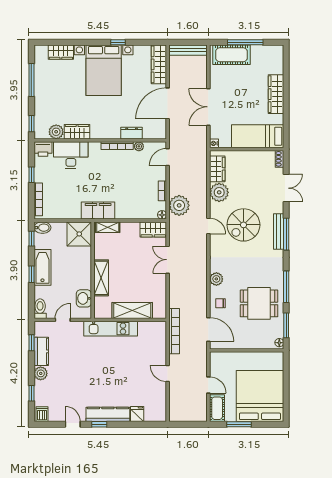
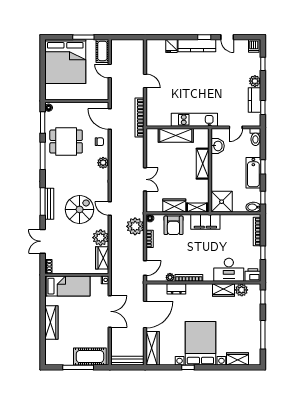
armchair: (135, 207) -> (173, 225), added
wardrobe: (153, 229) -> (174, 205), moved

